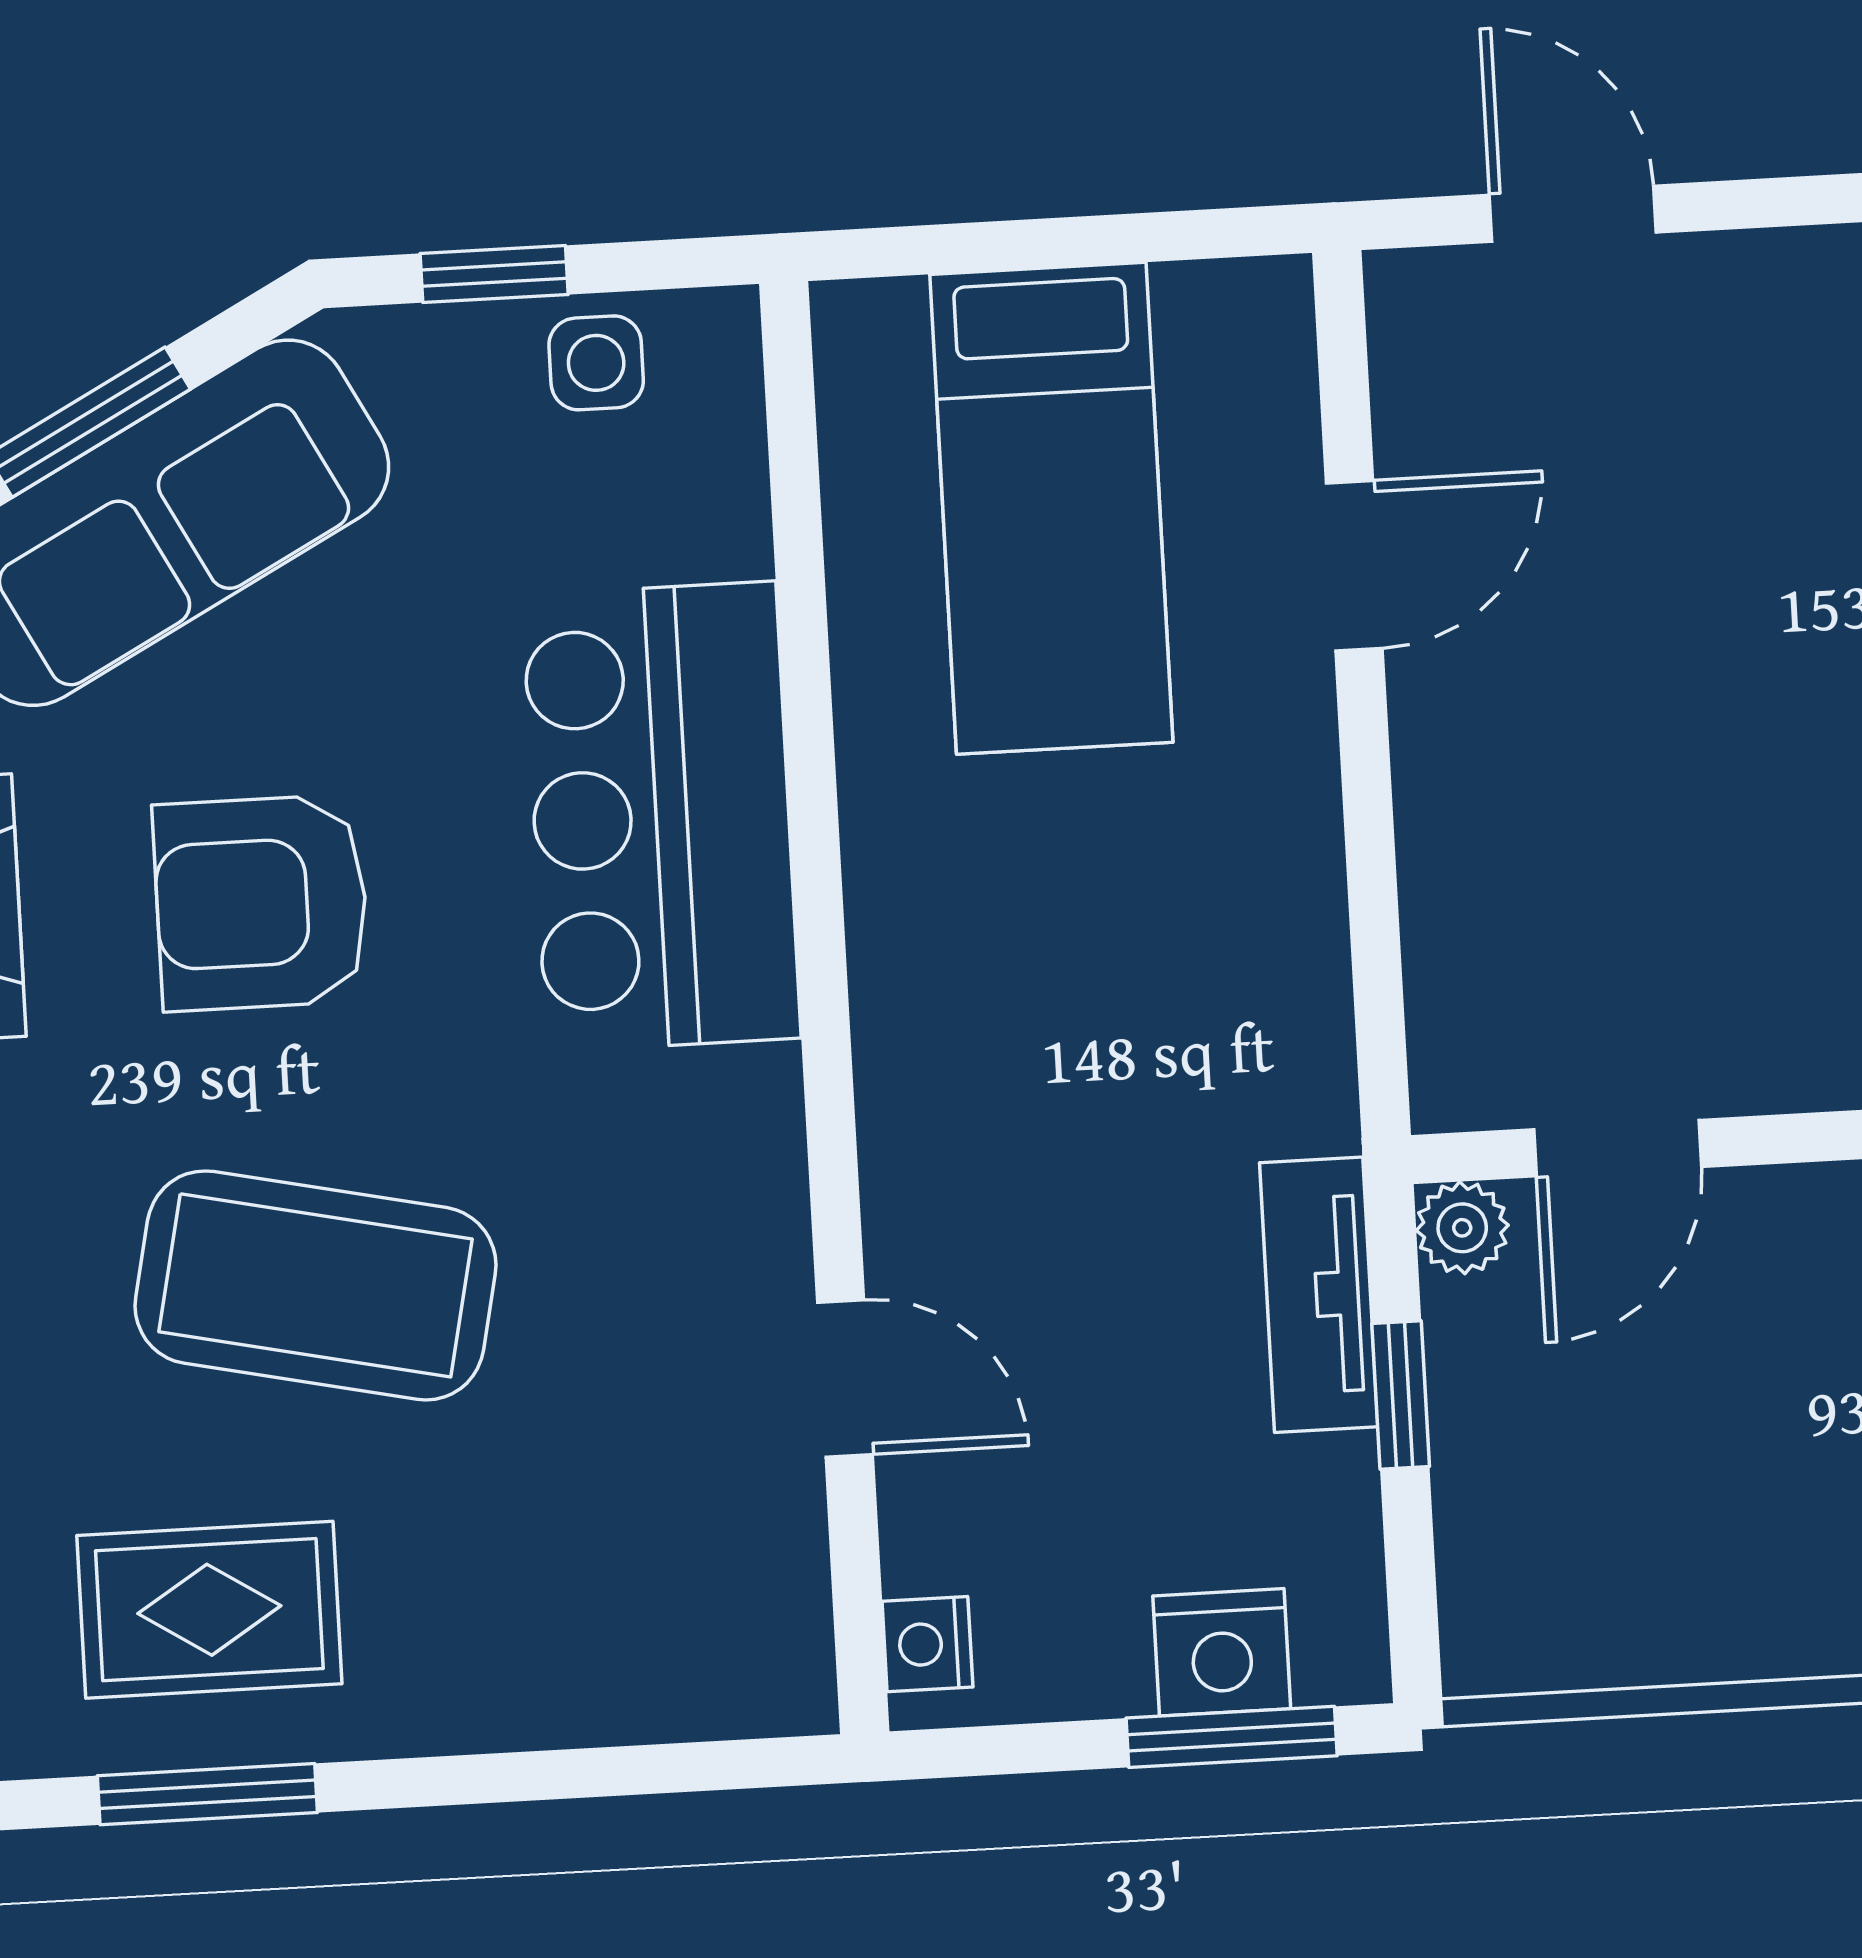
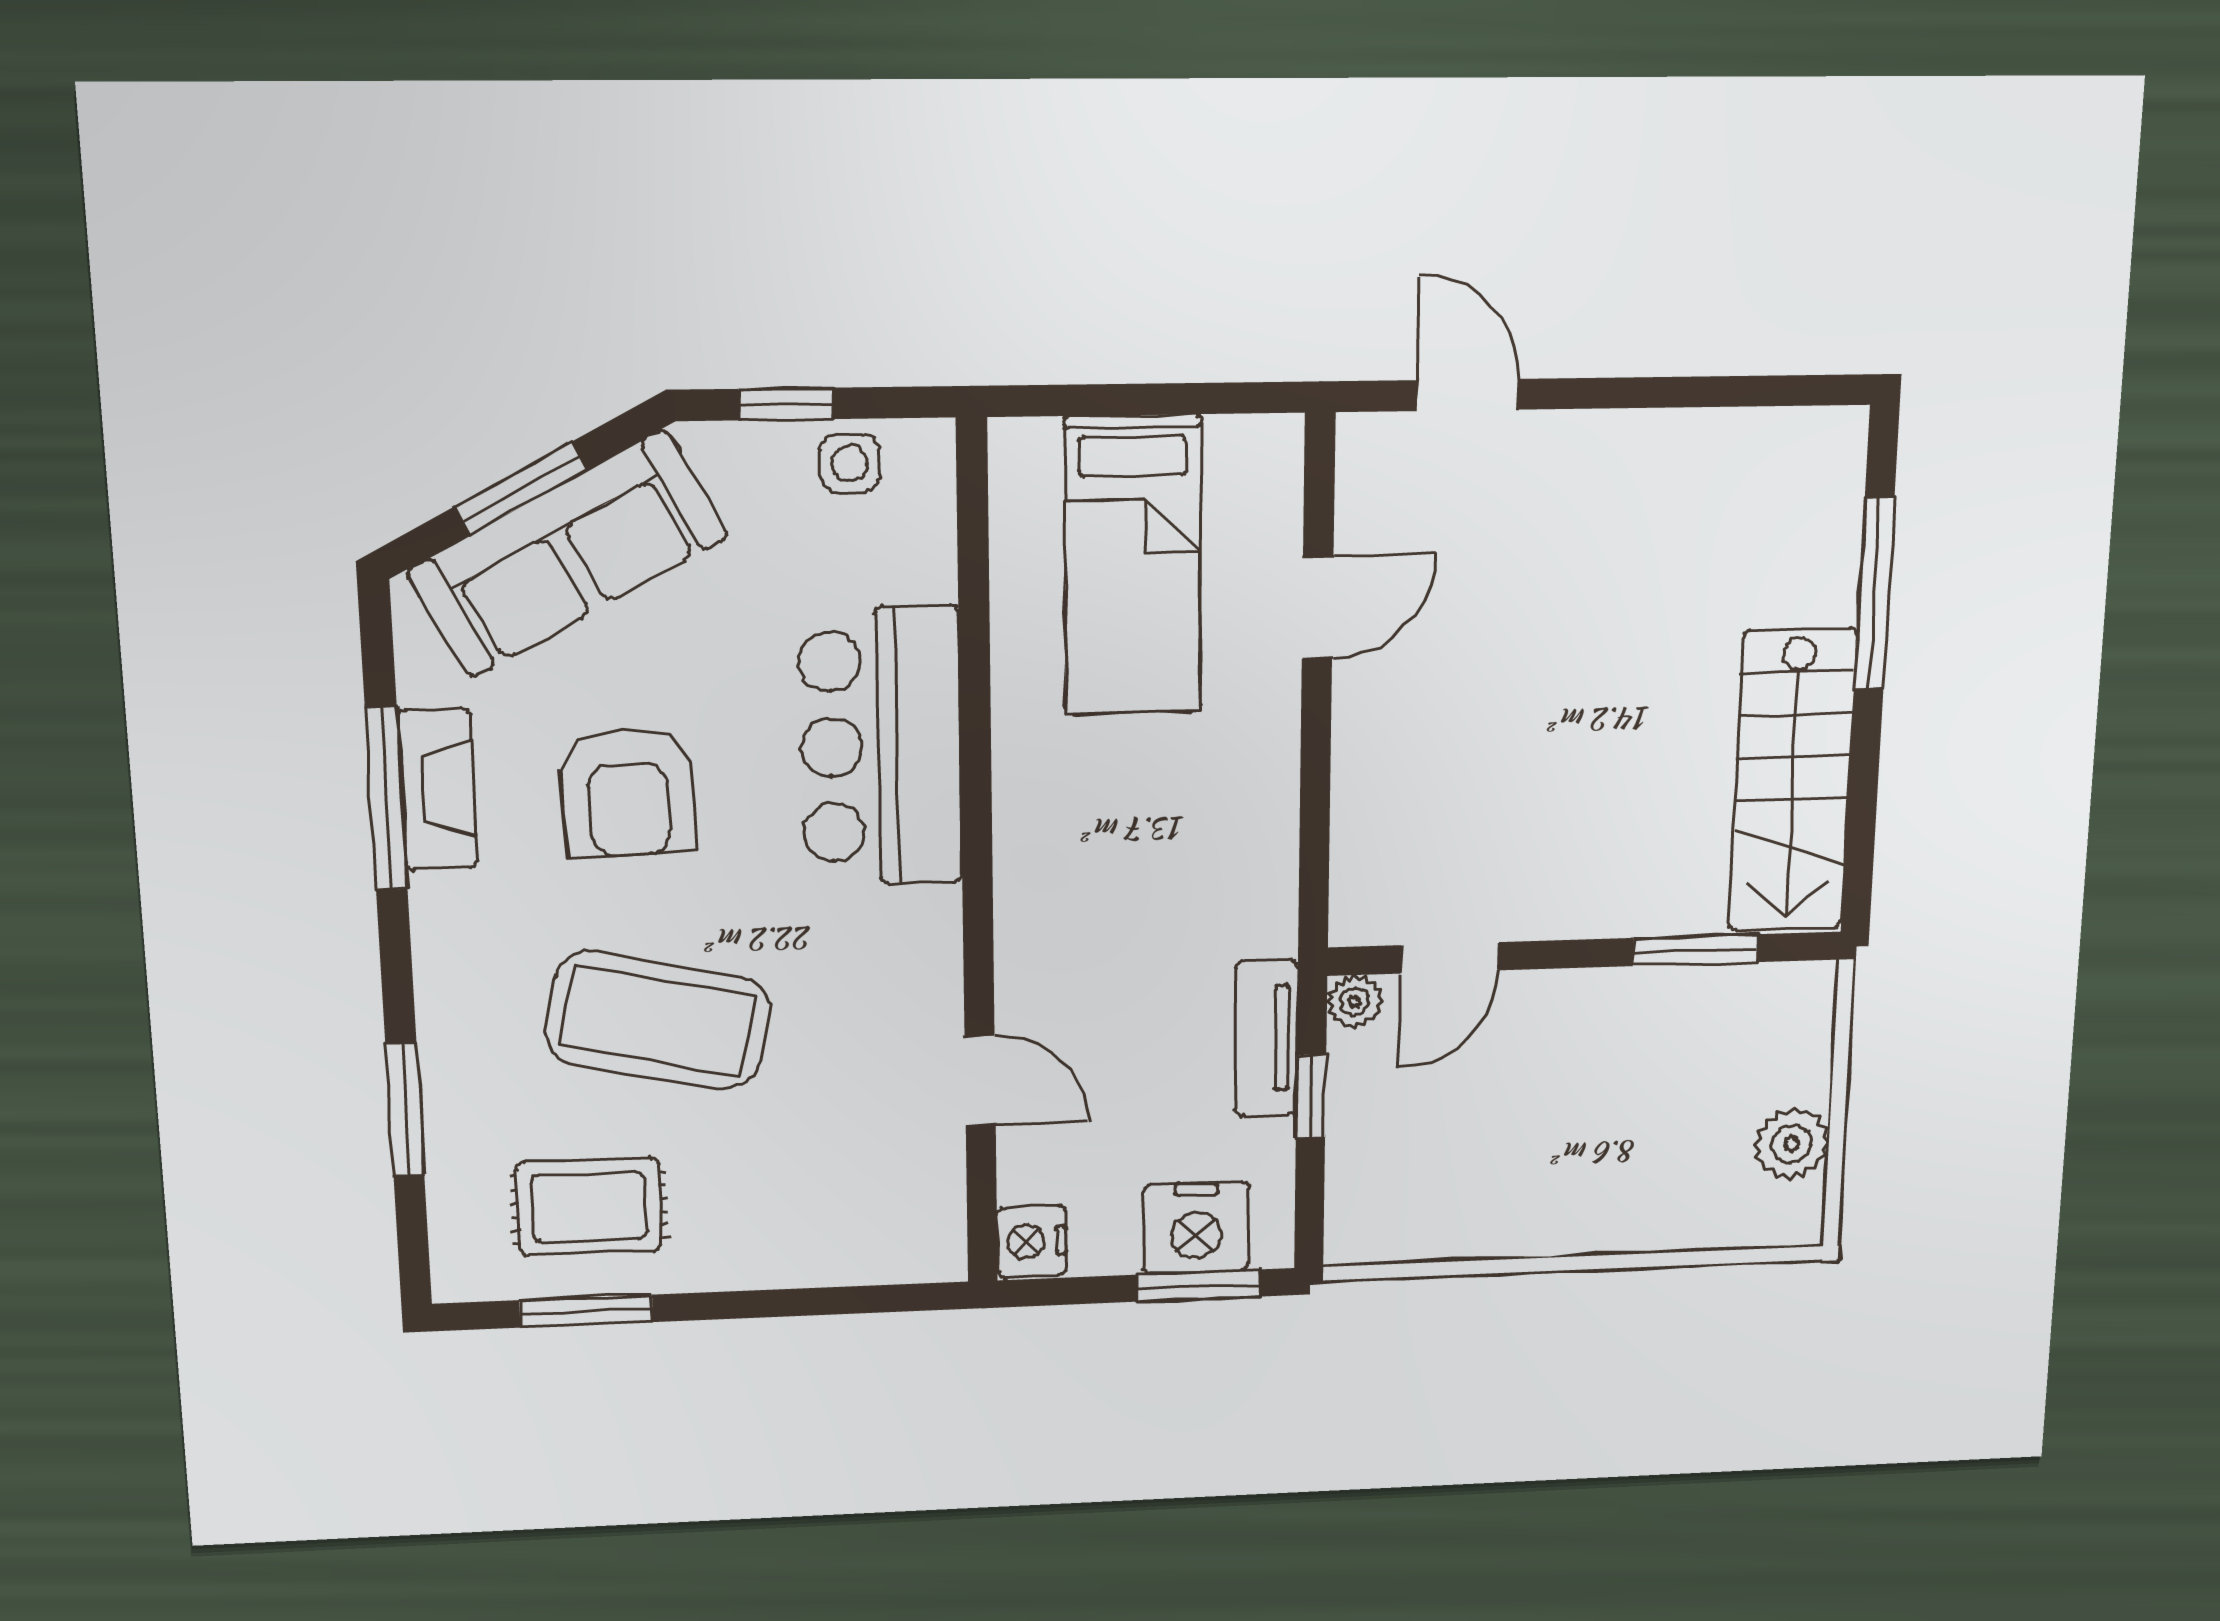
armchair: (261, 903) -> (628, 791), turned -92
nightstand: (927, 1644) -> (1032, 1242), width x1.39, depth x1.35
nightstand: (1222, 1652) -> (1196, 1228), width x1.36, depth x1.33

